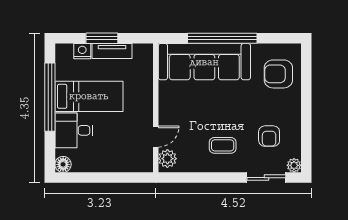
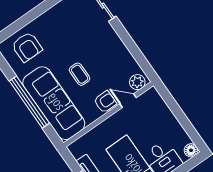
armchair: (269, 136) -> (105, 102), moved
coffee table: (223, 145) -> (80, 74), moved

